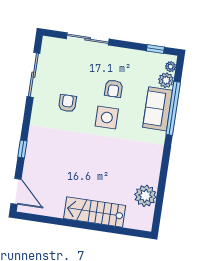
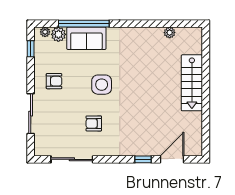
armchair: (114, 89) -> (54, 81), moved
door: (16, 191) -> (172, 159), moved
plant: (145, 196) -> (170, 33), width x0.53, depth x0.53

